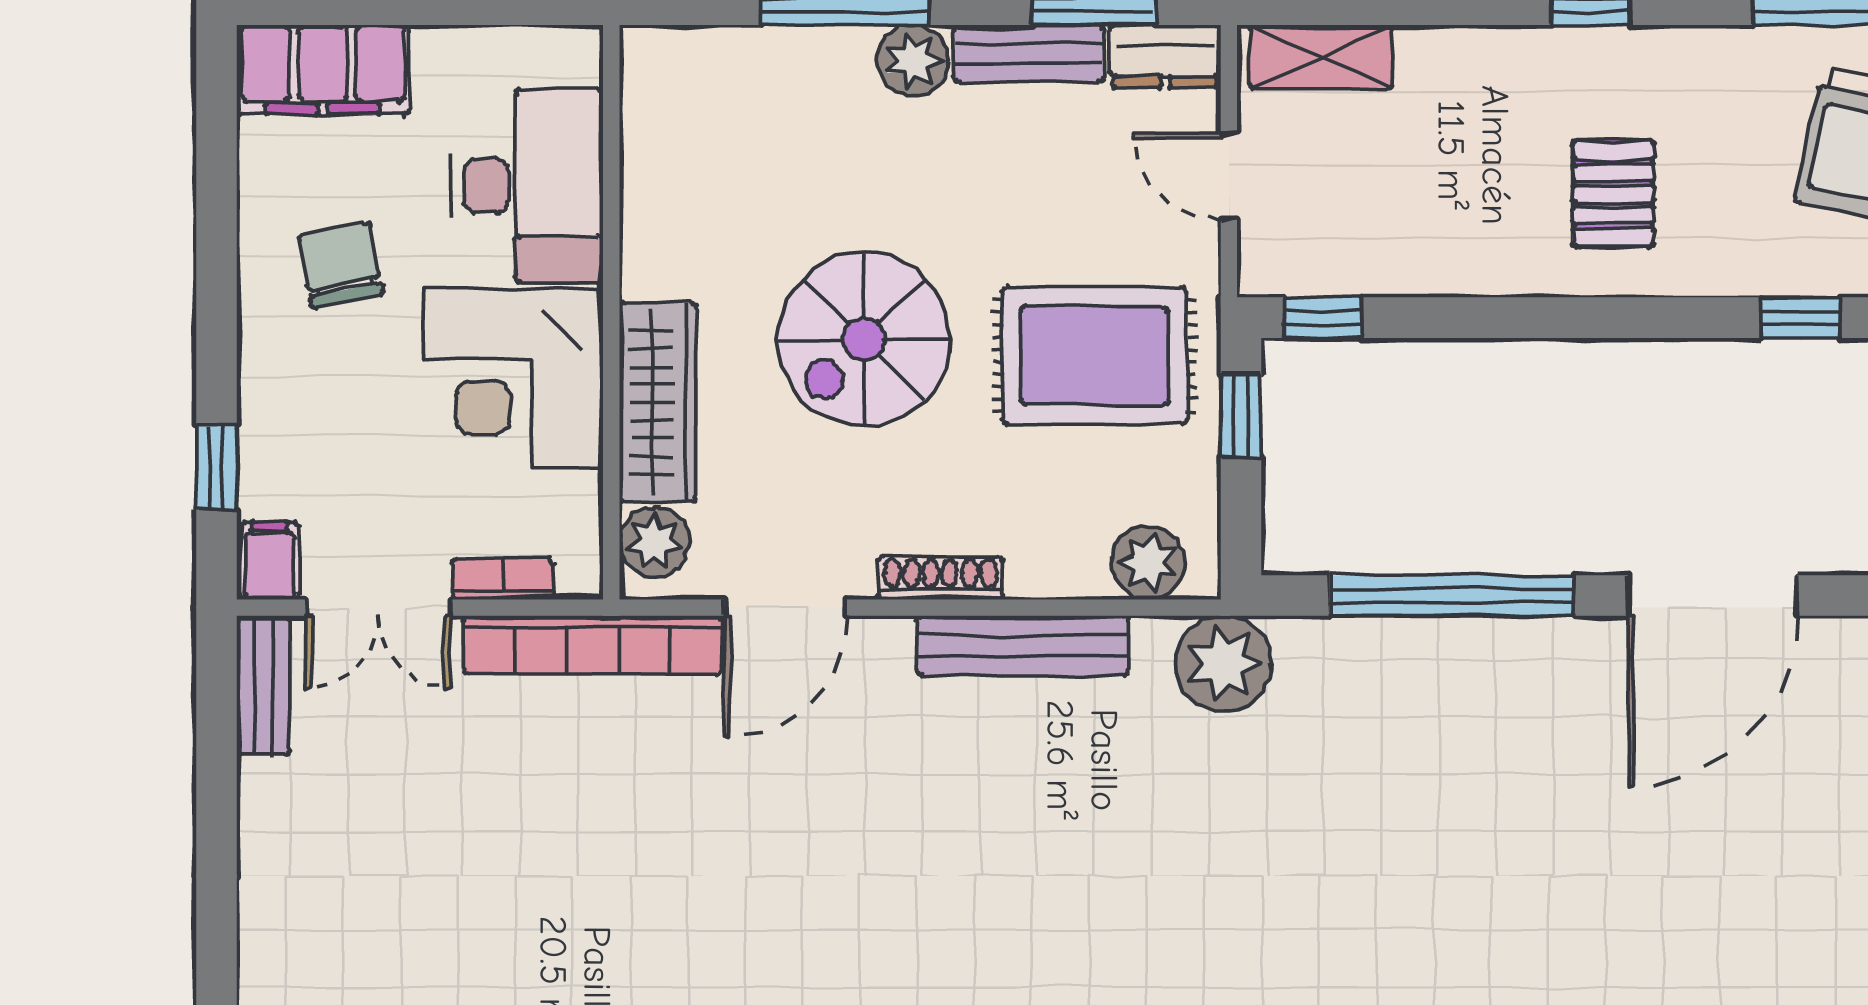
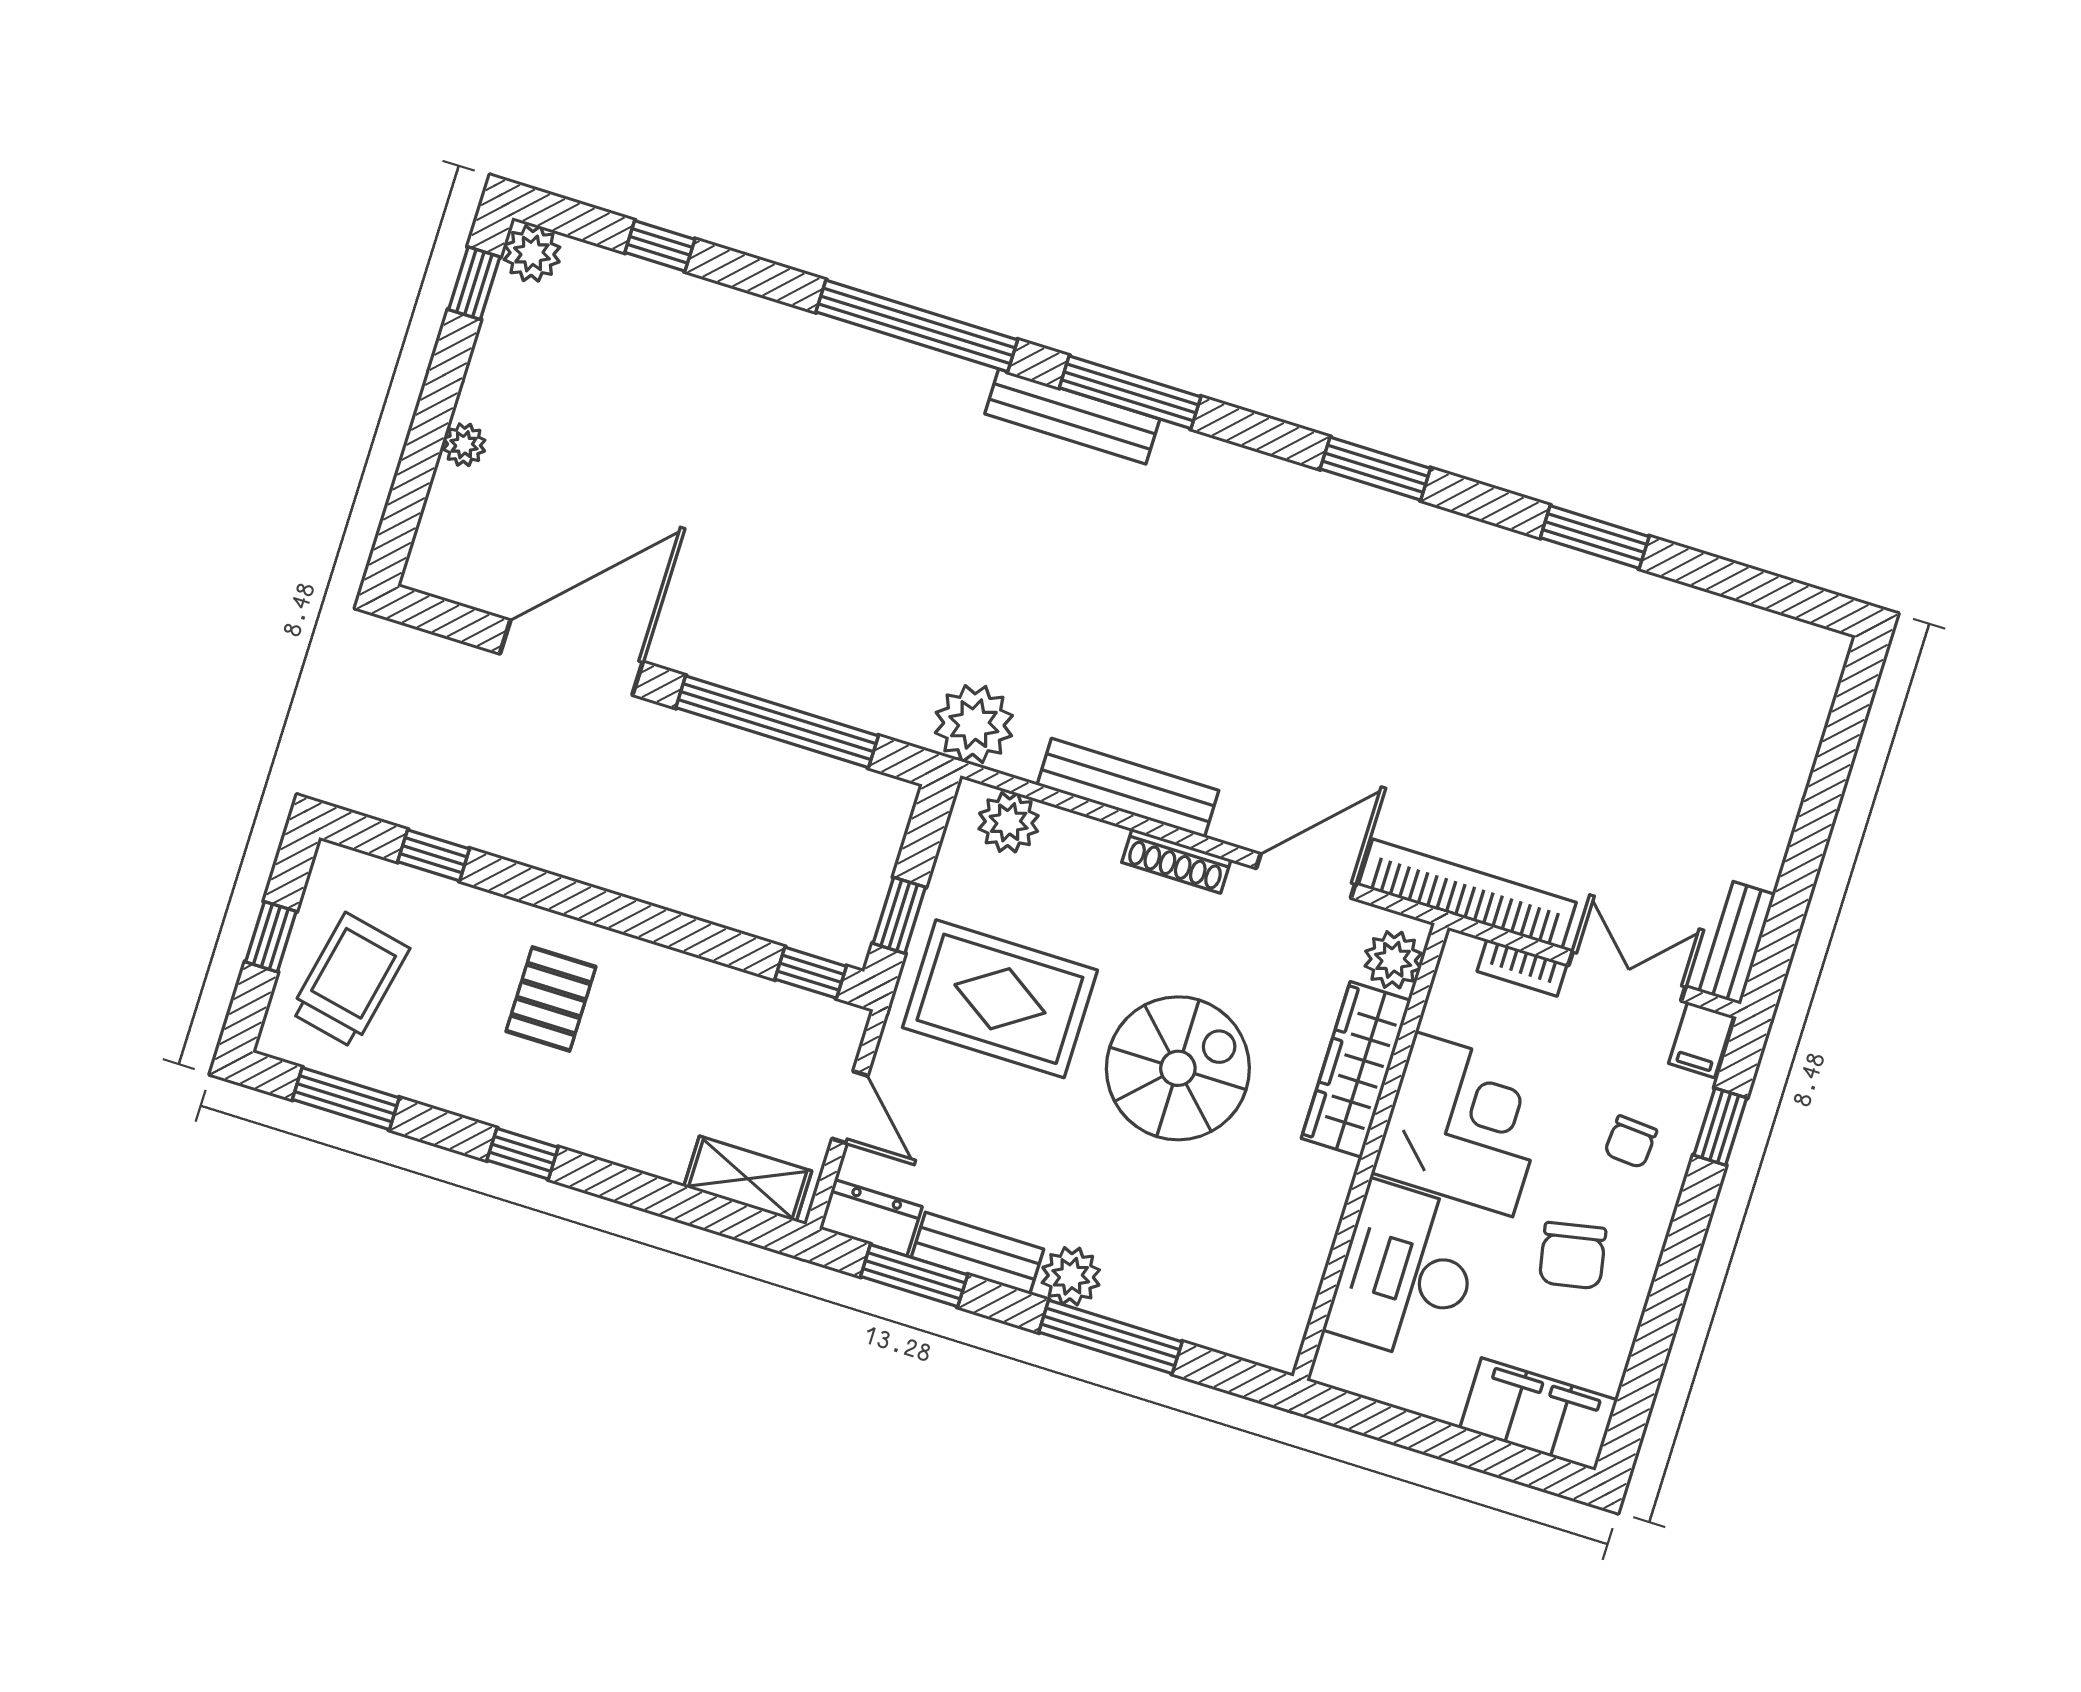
chair: (314, 417) -> (1631, 1142), added

